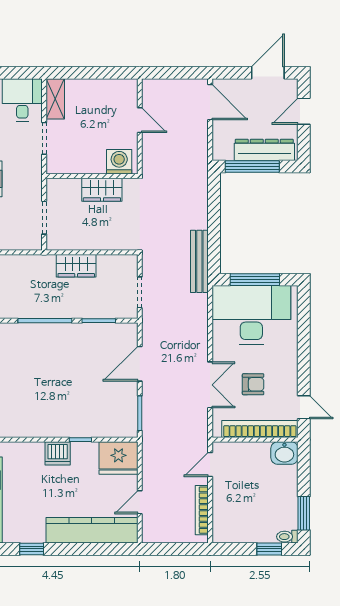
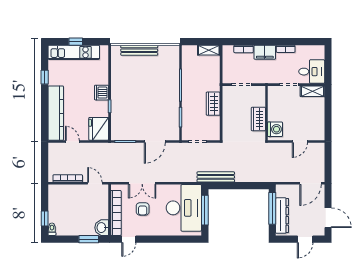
door: (304, 111) -> (305, 239), swing flipped
door: (140, 364) -> (155, 142), swing flipped
window: (304, 513) -> (89, 239), moved

